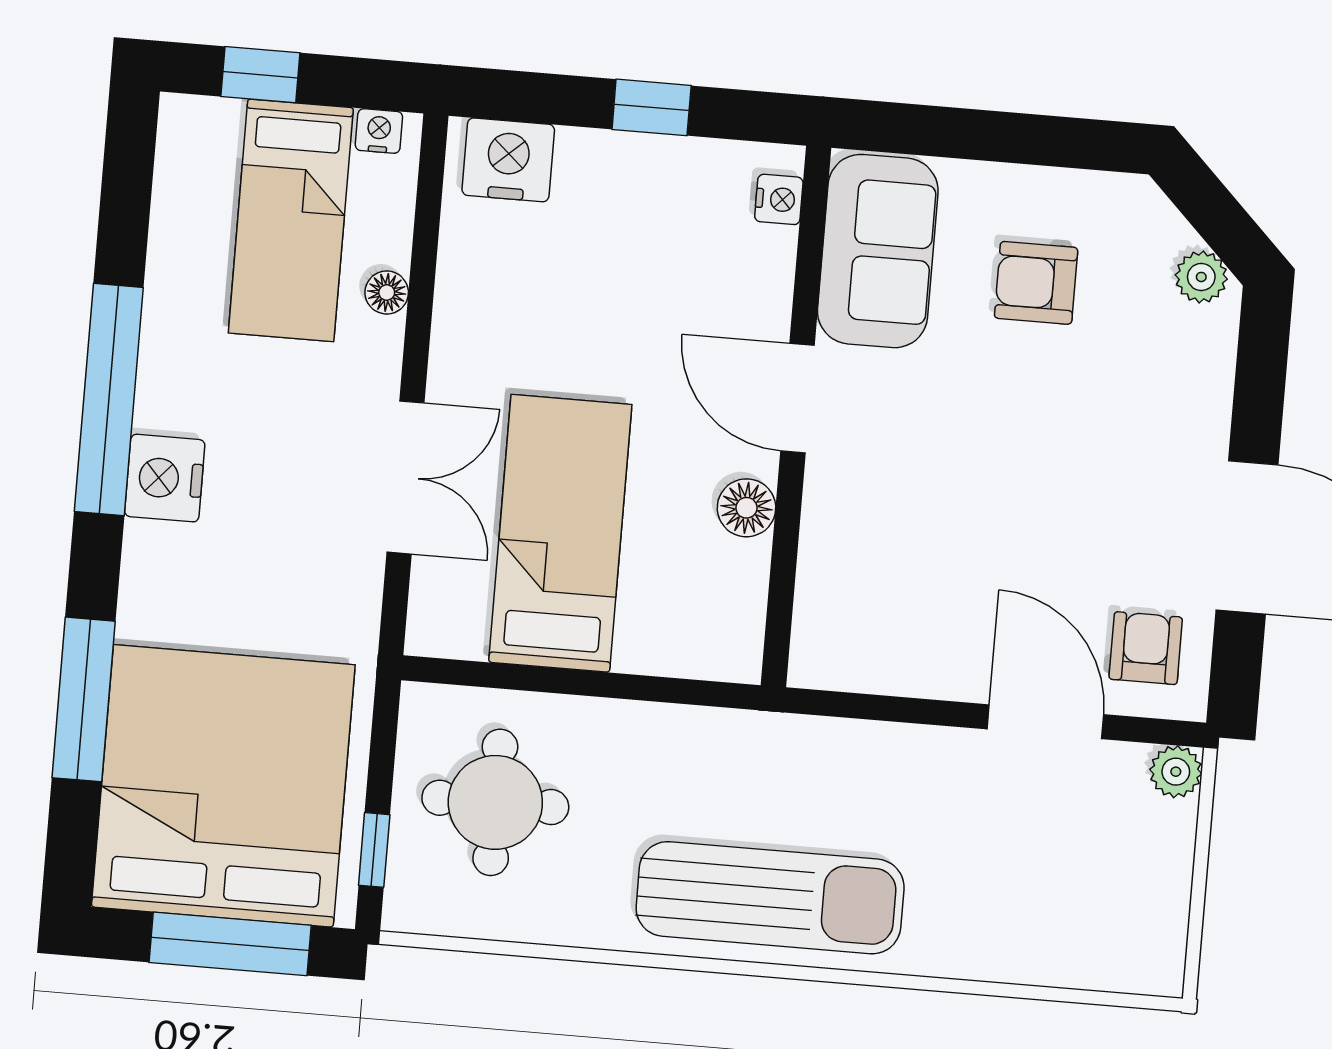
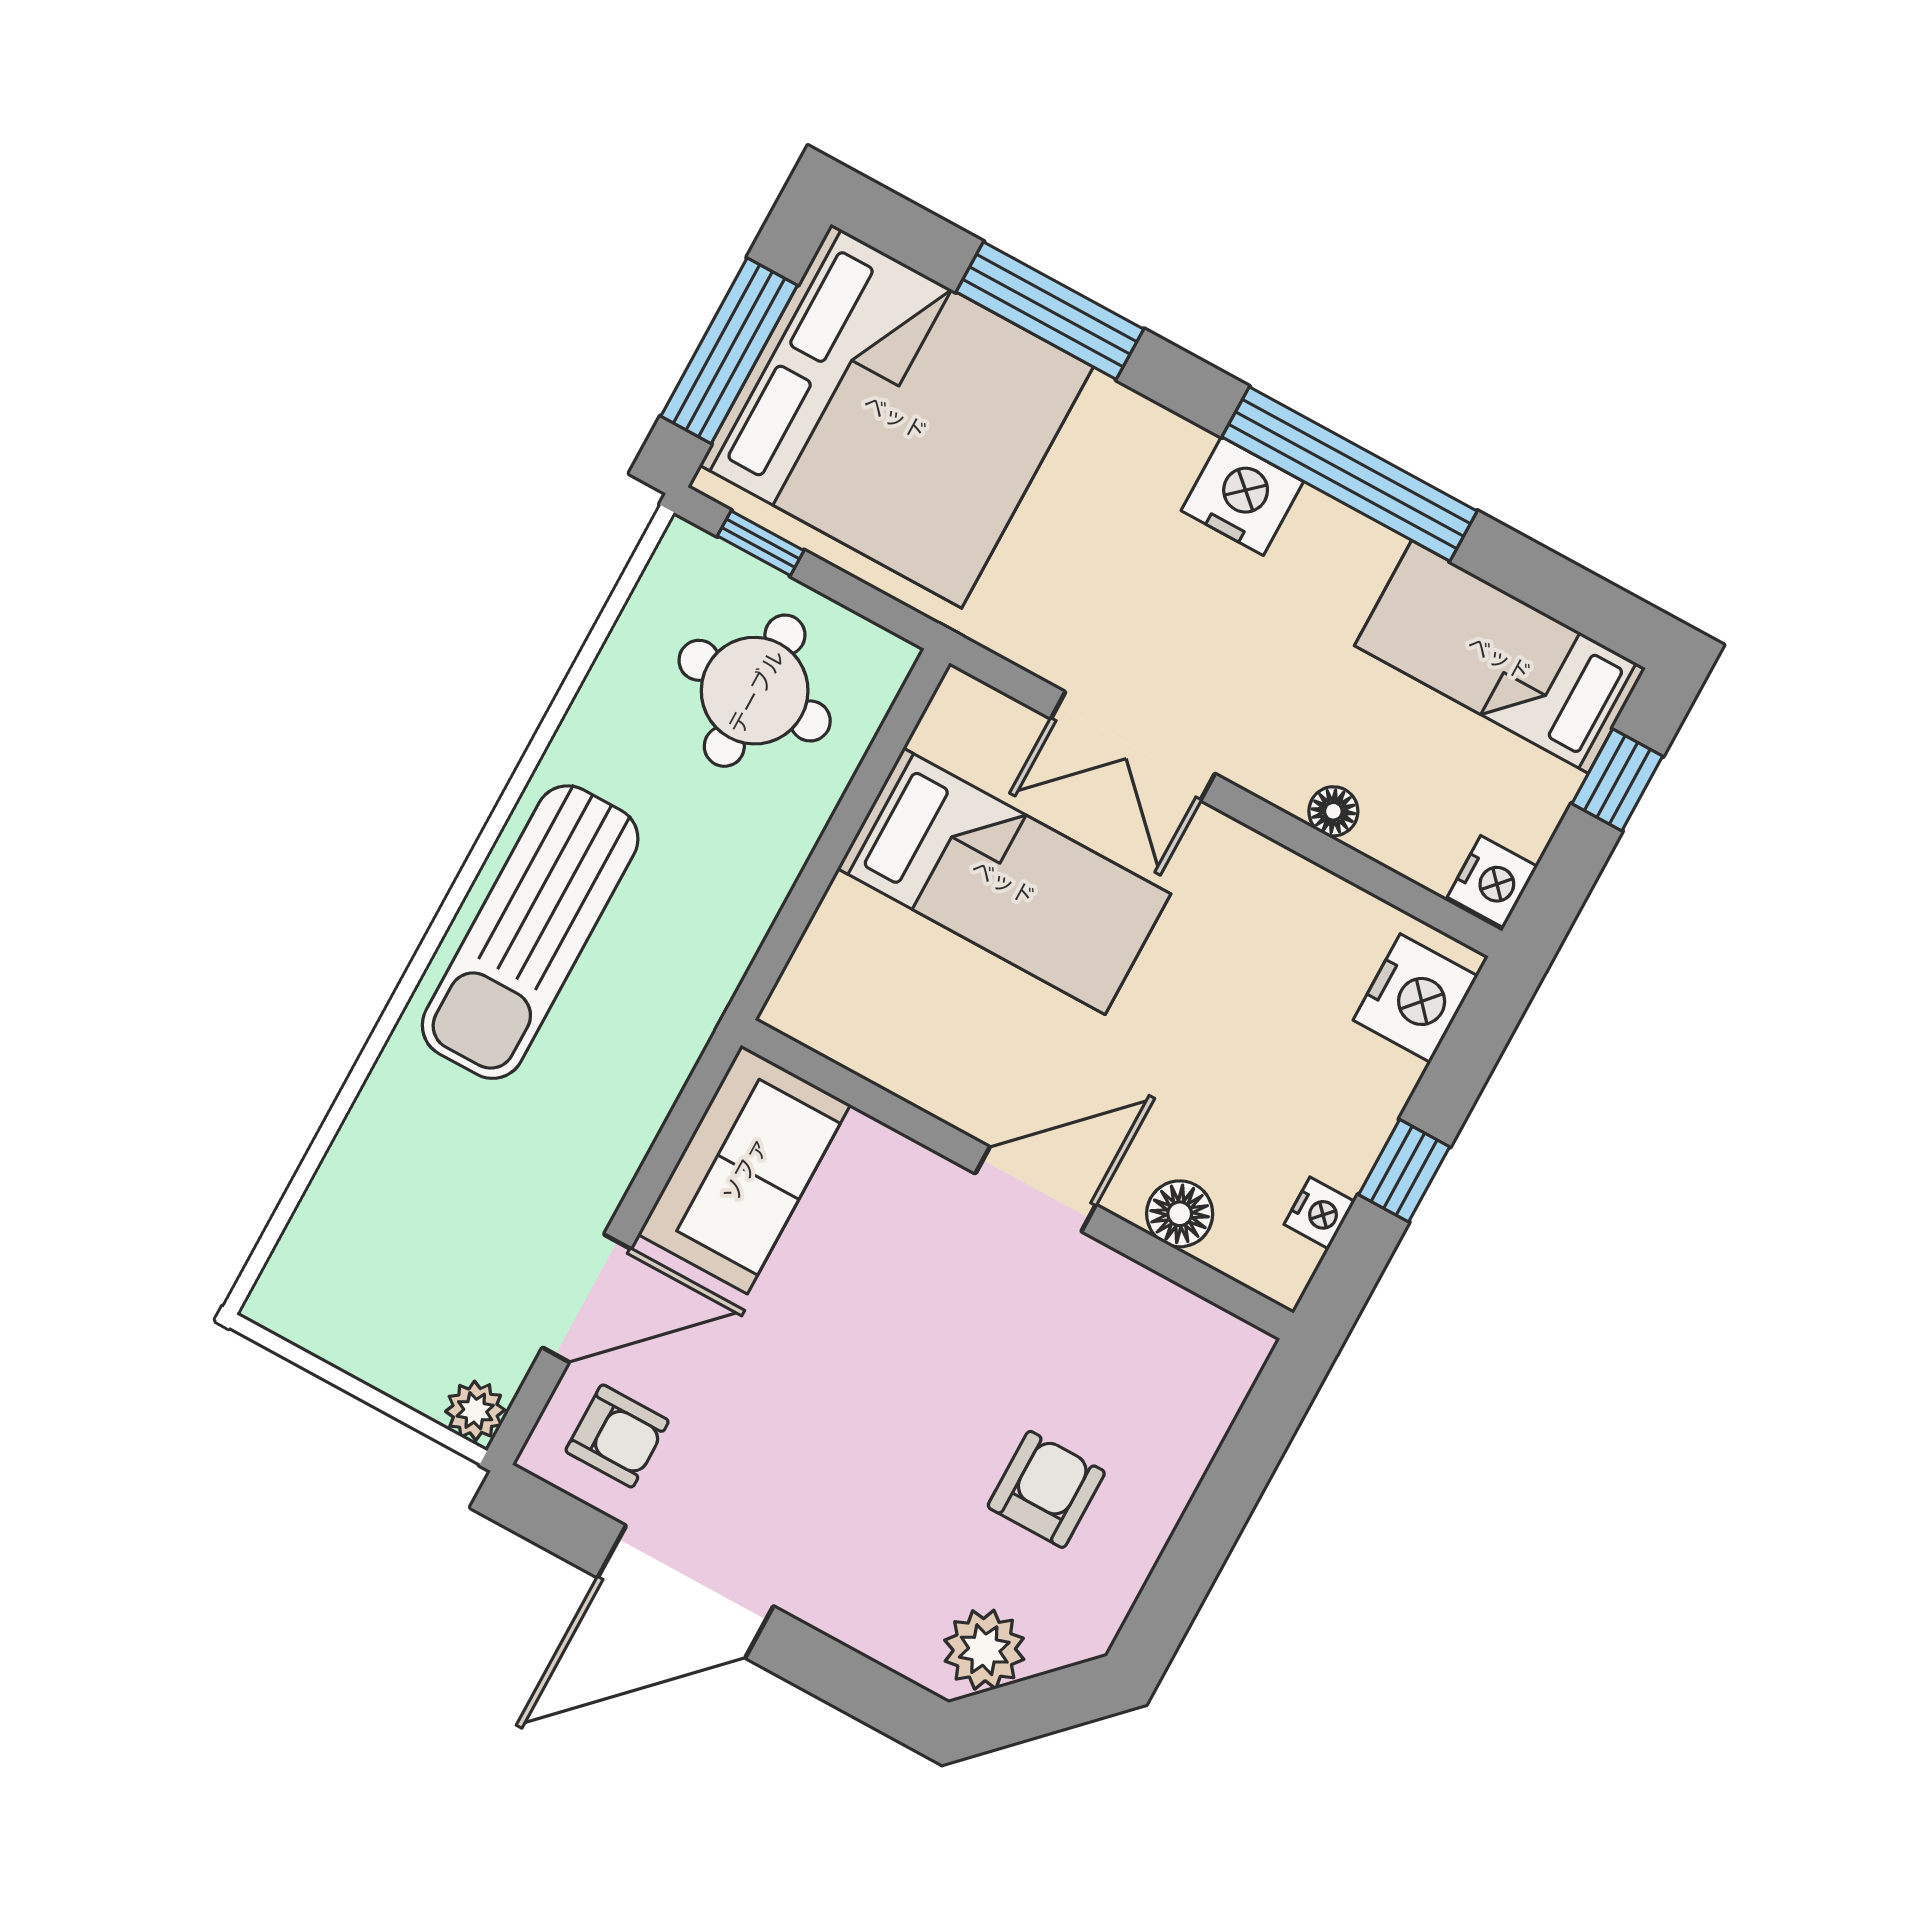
nightstand: (379, 131) -> (1492, 882), width x1.39, depth x1.35
nightstand: (779, 199) -> (1319, 1213), moved, turned -90
bed: (291, 220) -> (1500, 657), moved
sofa: (878, 251) -> (744, 1169), moved, turned -90
plant: (1201, 277) -> (984, 1650), width x1.38, depth x1.38
floor lamp: (746, 508) -> (1180, 1214), moved

